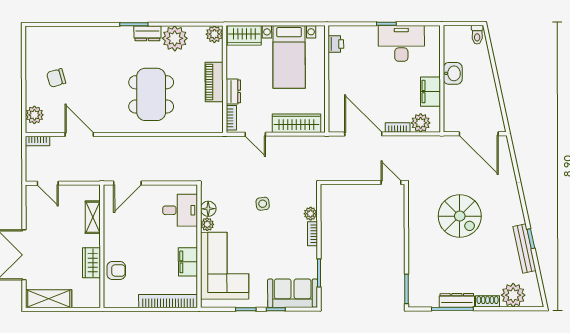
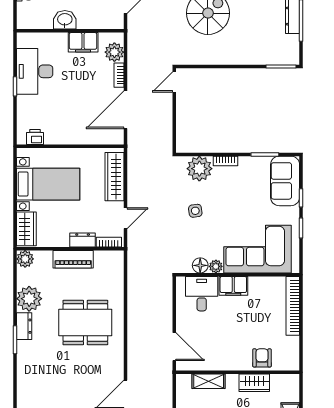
plant: (311, 214) -> (199, 169), width x1.88, depth x1.88
filing cabinet: (188, 262) -> (233, 286), moved

